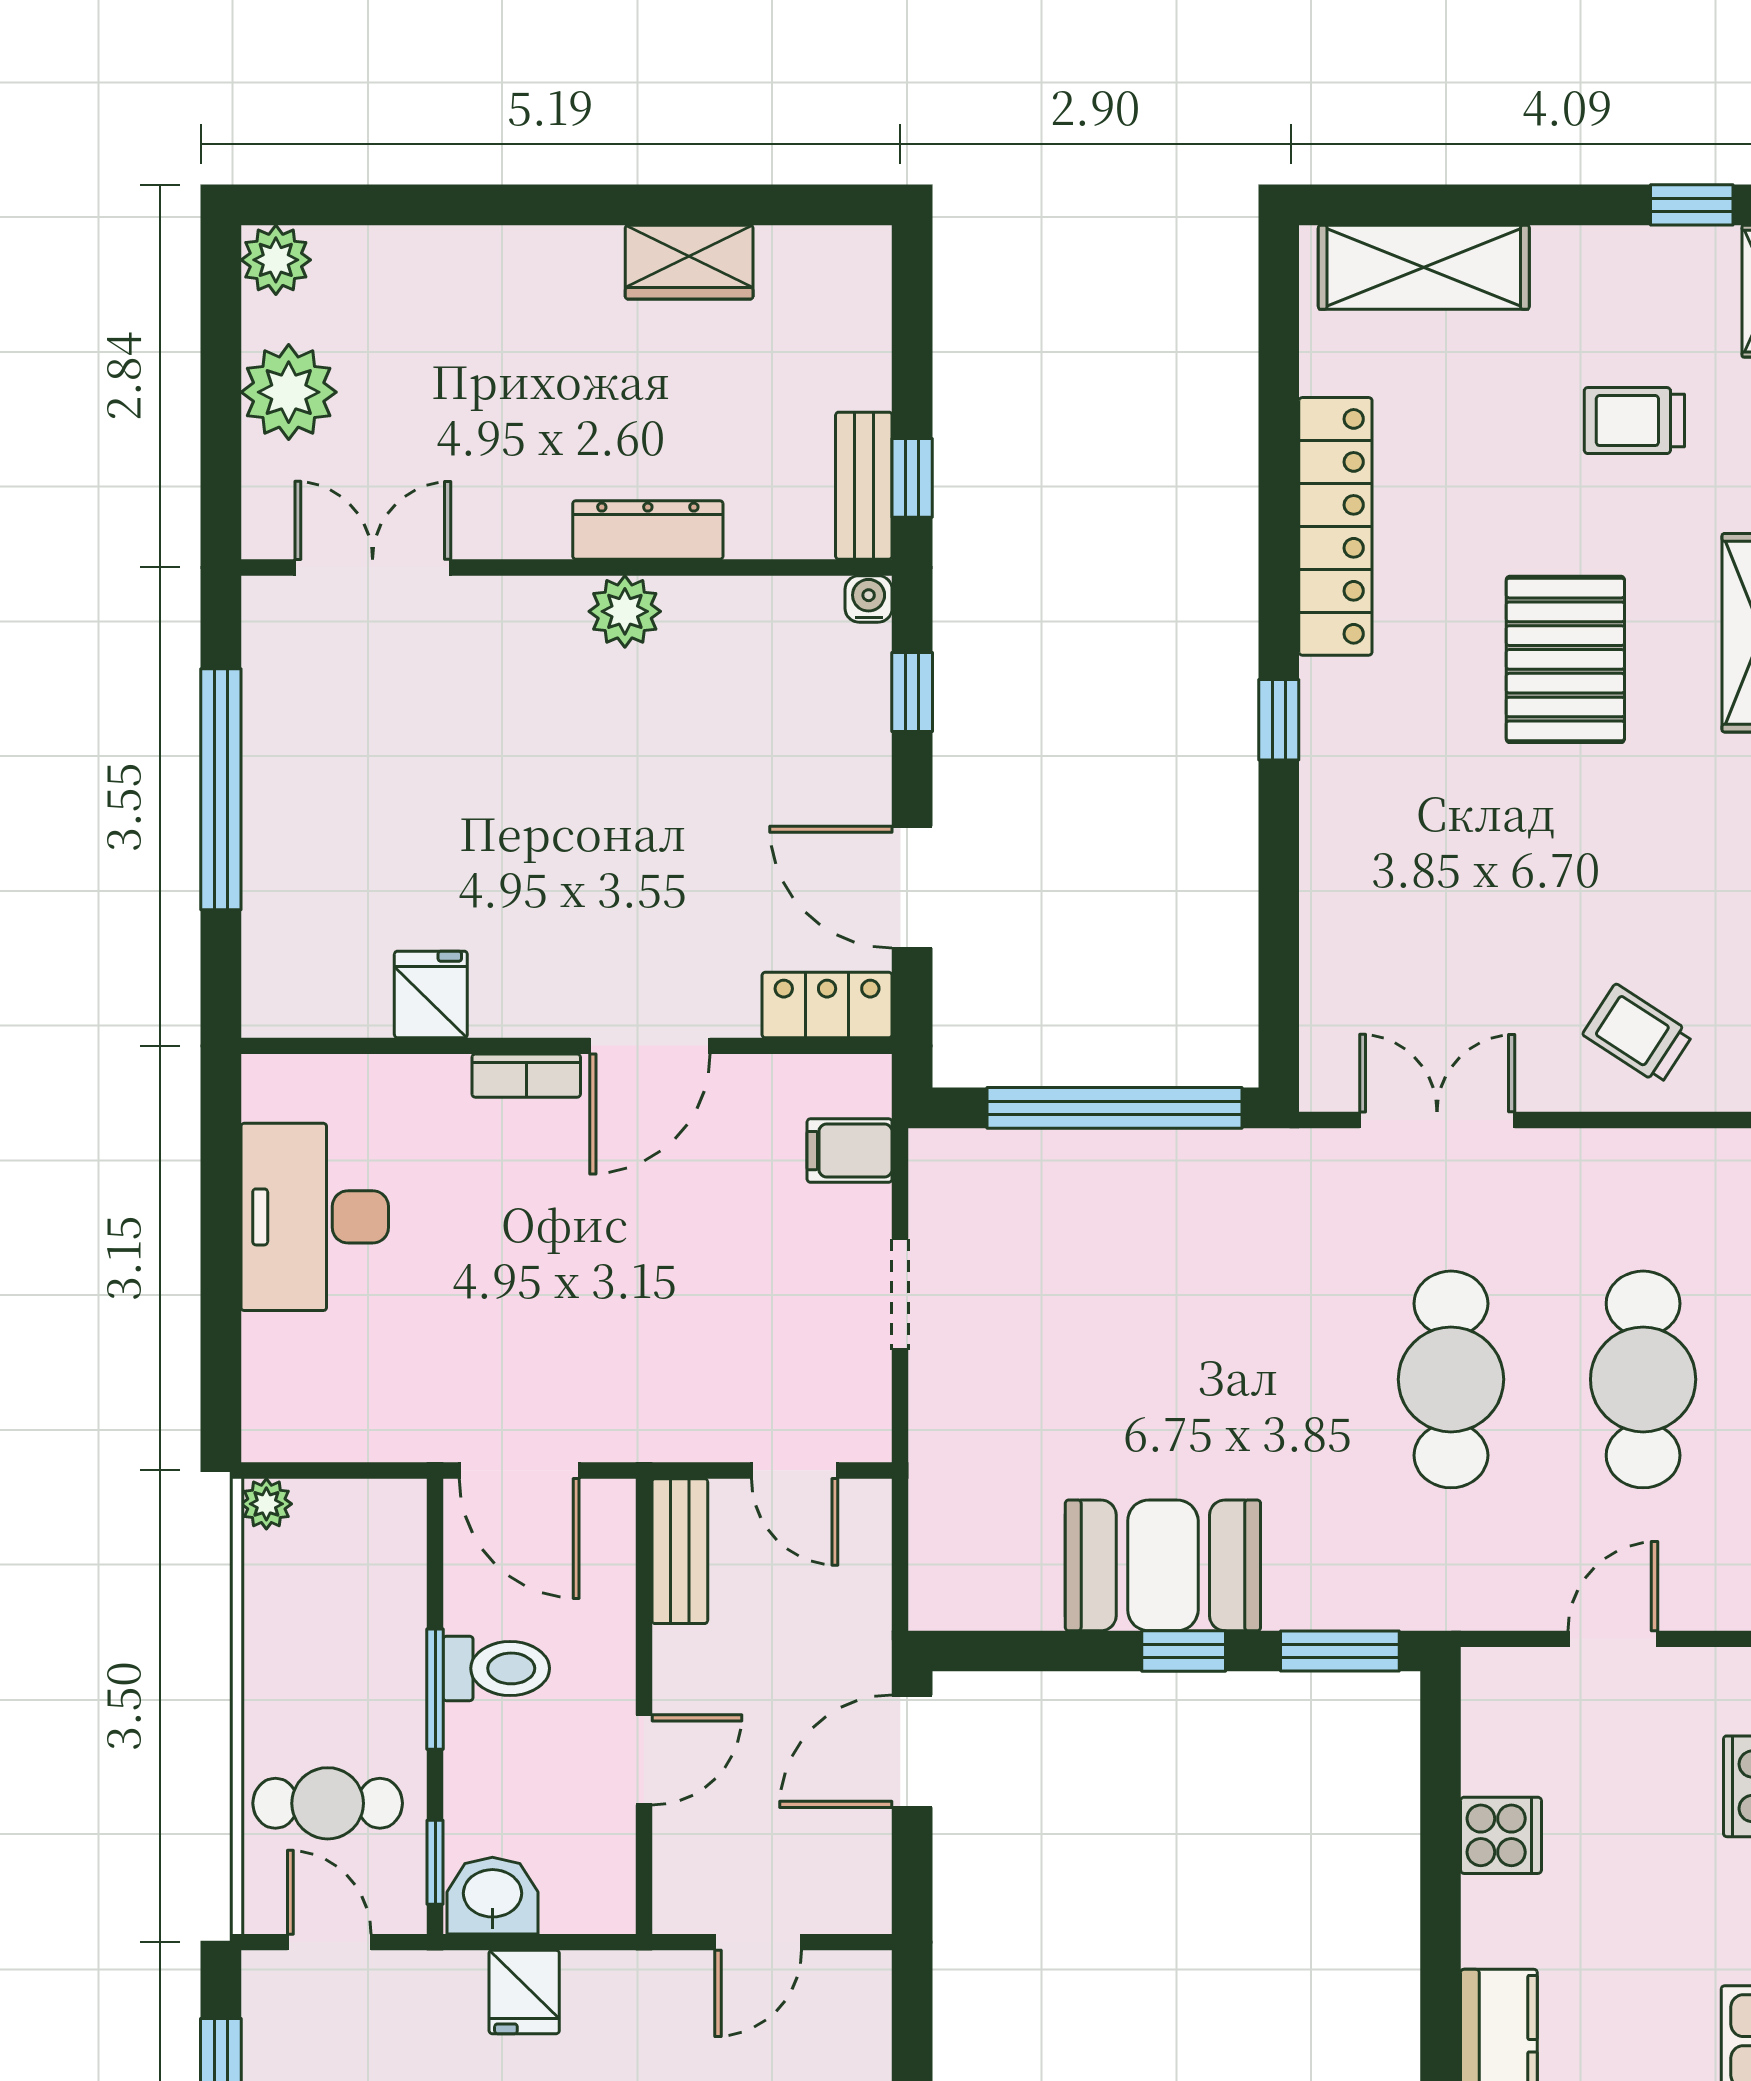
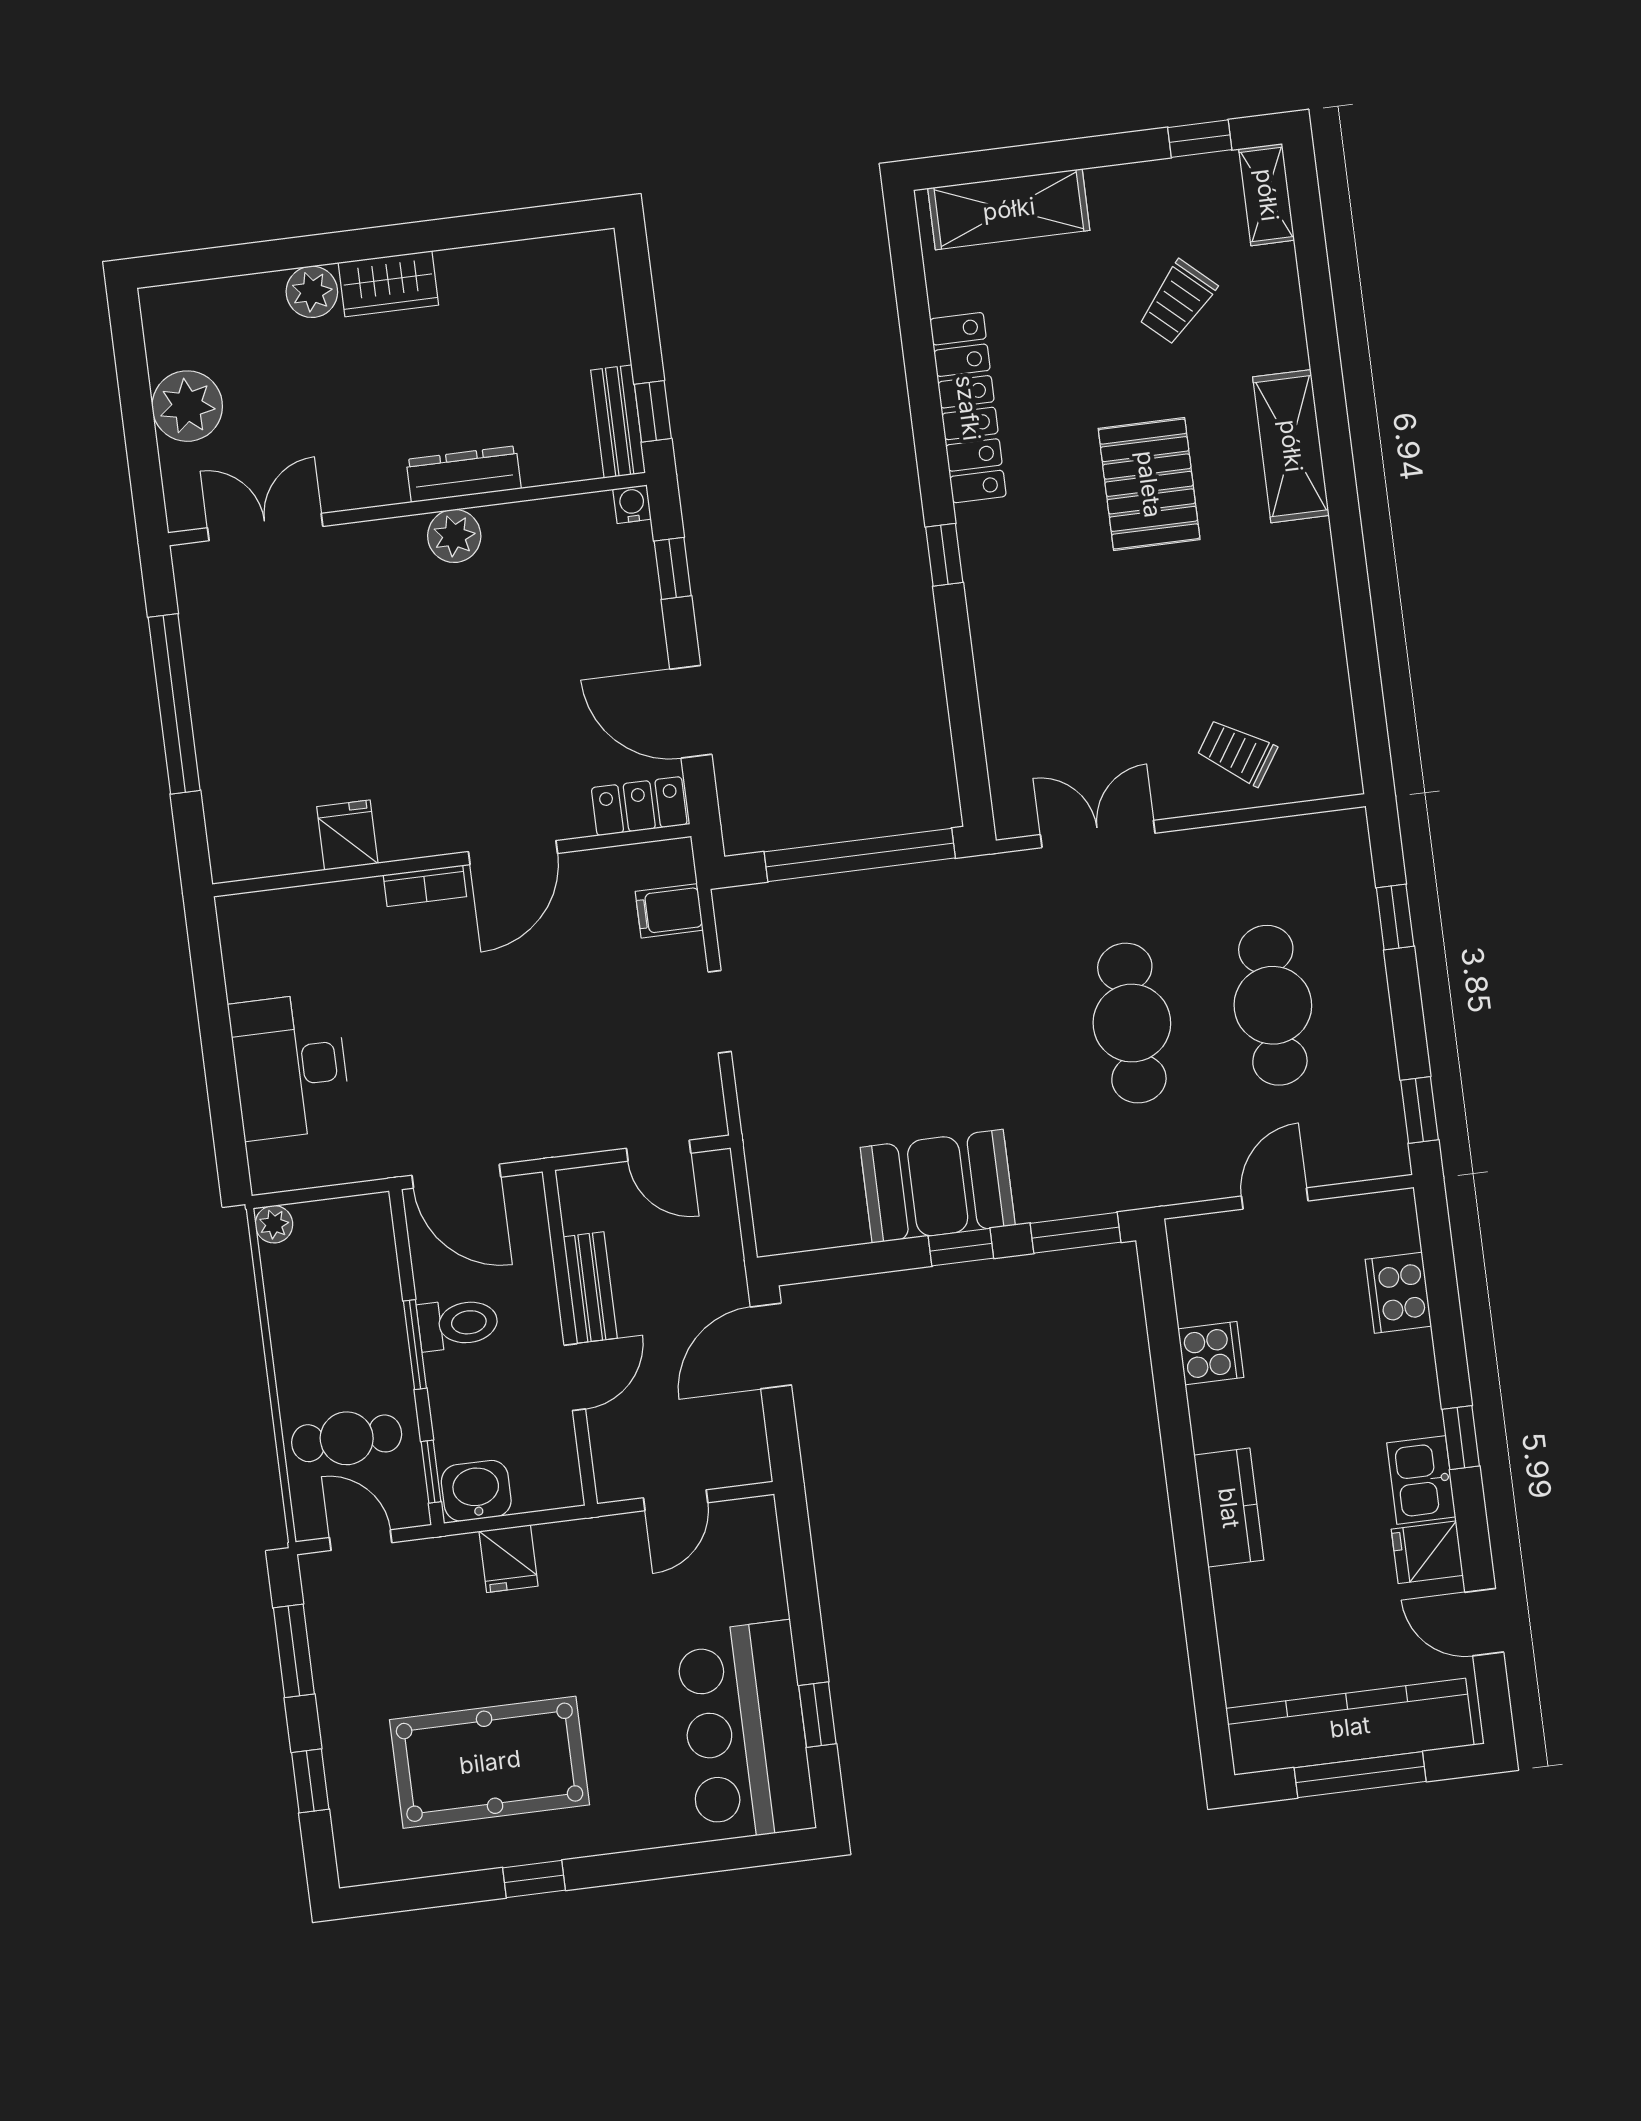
plant: (276, 260) -> (312, 292), moved
wardrobe: (689, 262) -> (388, 284), moved
trolley: (1634, 421) -> (1178, 302), turned -48
desk: (315, 1217) -> (290, 1066), moved
bench: (680, 1551) -> (590, 1287), moved

